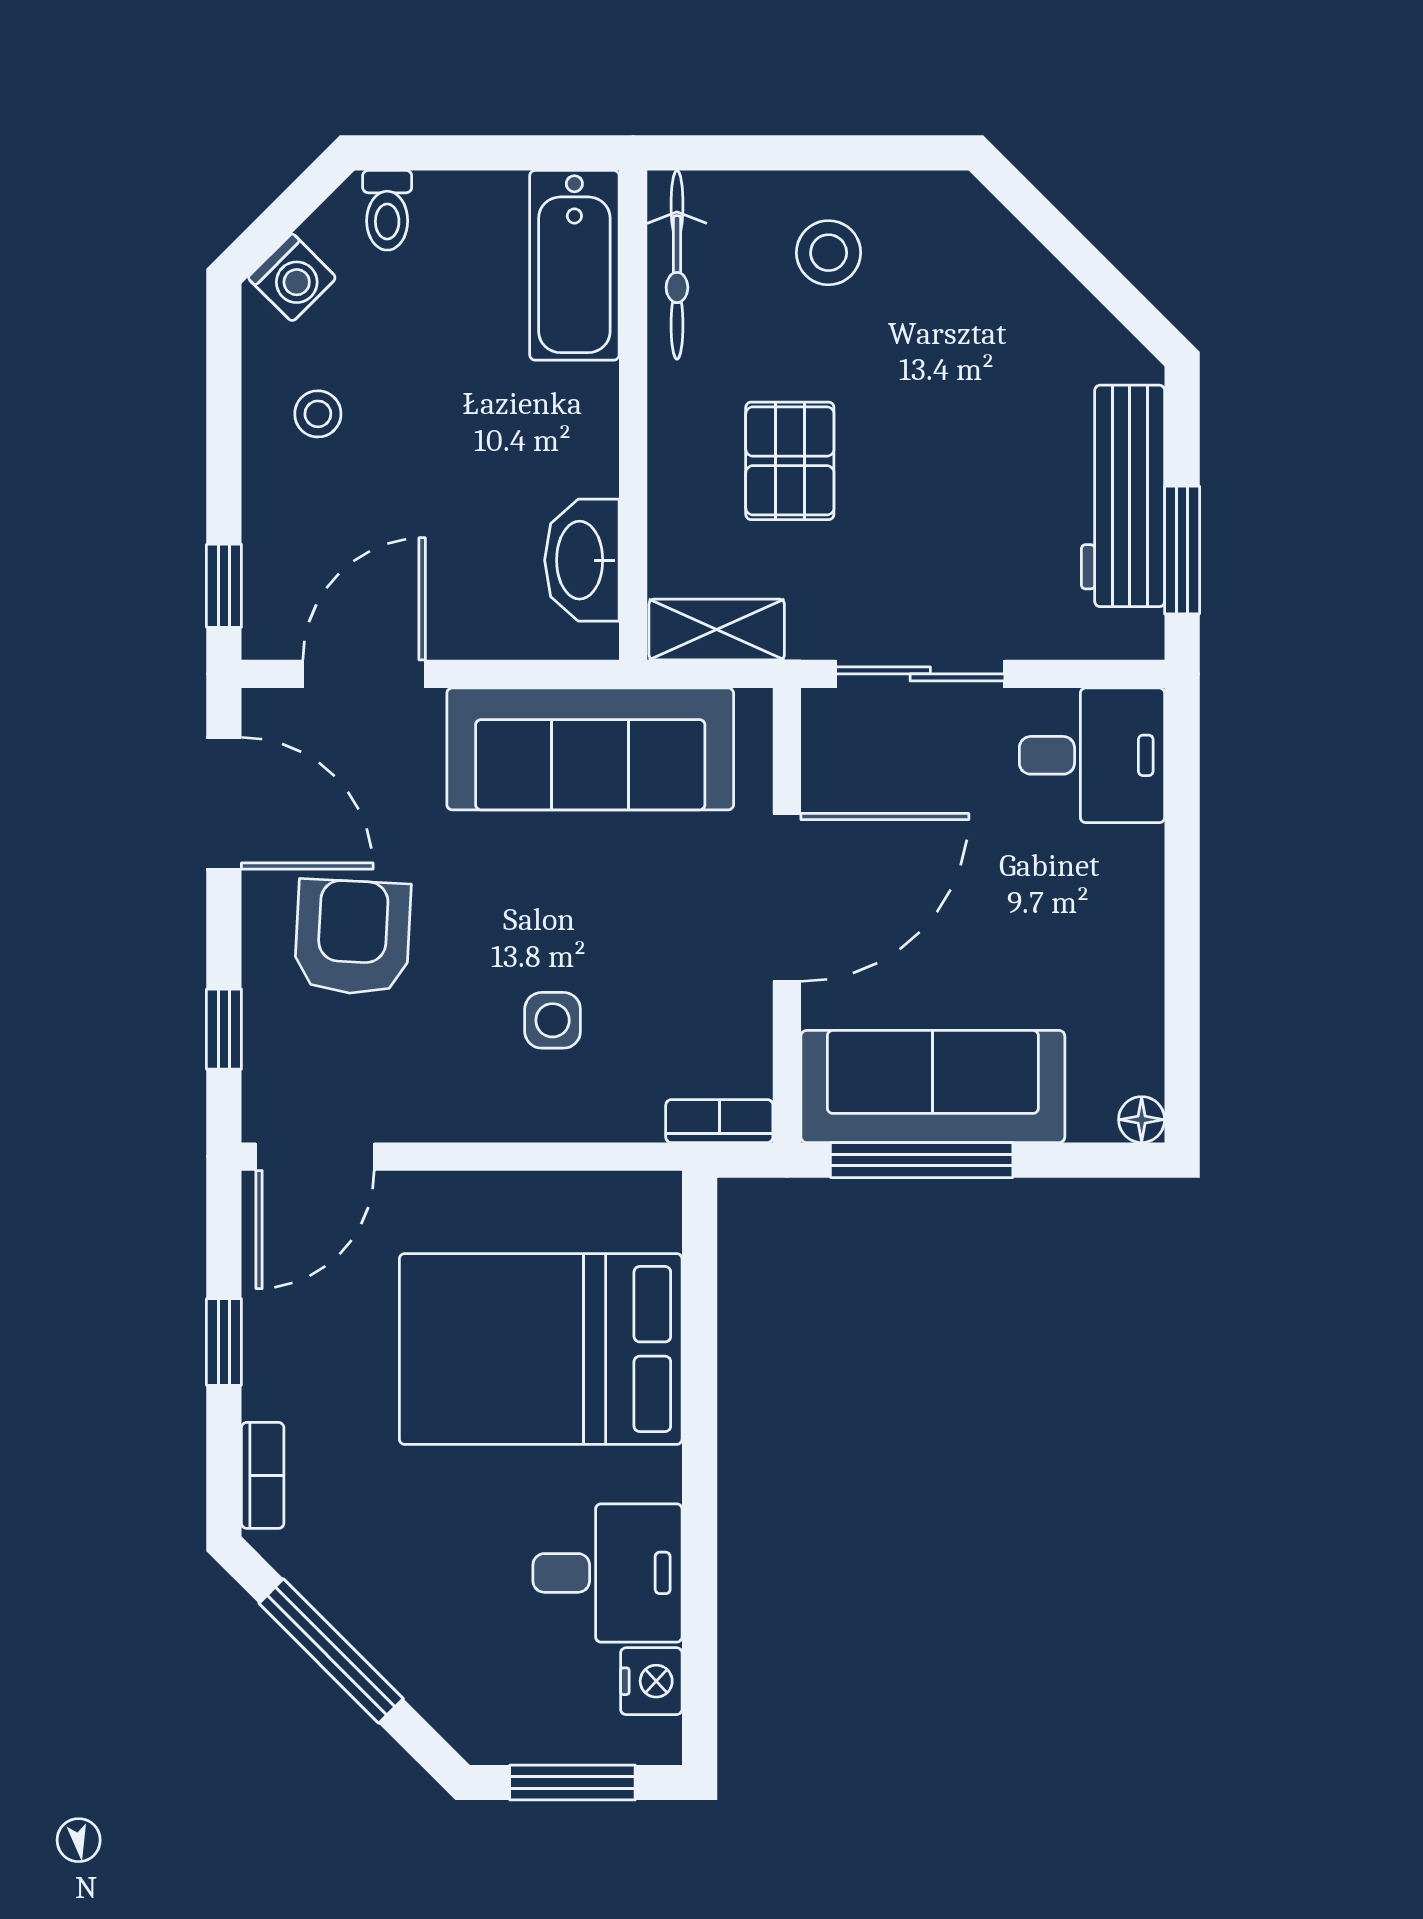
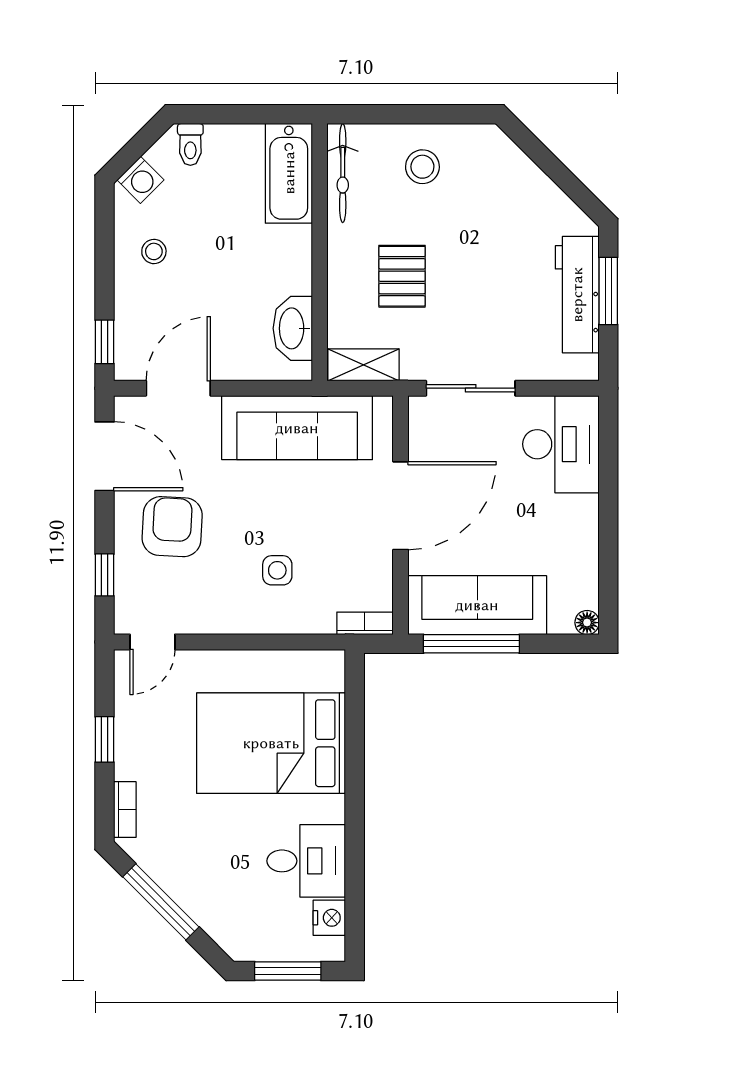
window: (1182, 550) -> (608, 291), moved
desk: (1092, 755) -> (561, 444), width x1.37
door: (315, 1157) -> (152, 642), width x0.73

